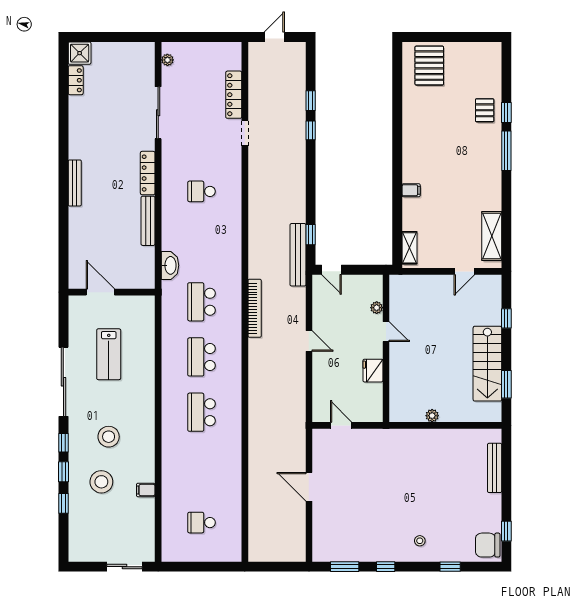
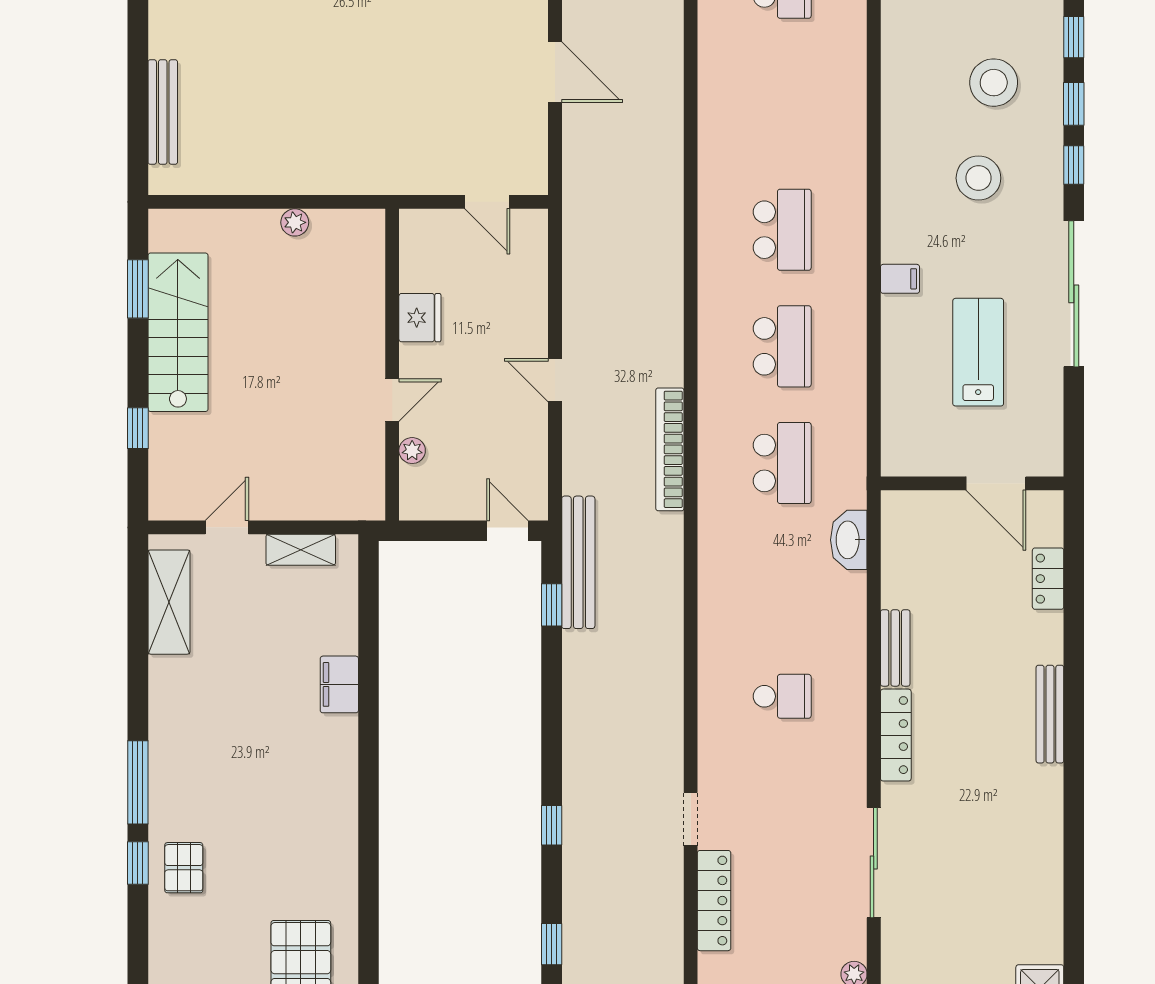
locker: (76, 80) -> (1048, 579), moved
window: (311, 101) -> (552, 944), moved
filing cabinet: (411, 190) -> (339, 684), width x2.00
bench: (148, 221) -> (895, 648), width x0.73
shelving: (409, 248) -> (301, 550), moved, turned 90
door: (386, 332) -> (392, 400), swing flipped
filing cabinet: (146, 490) -> (900, 279), moved

